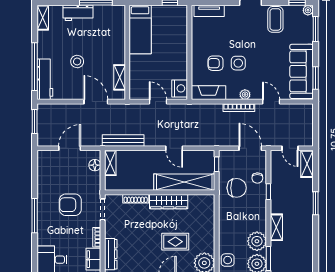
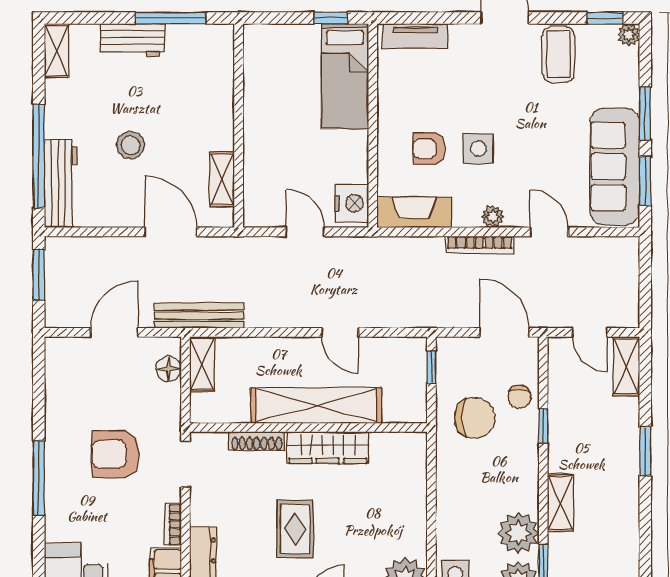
bed: (140, 29) -> (345, 76), moved
window: (316, 29) -> (645, 113), moved
bench: (123, 141) -> (199, 316), moved
shelving: (184, 182) -> (316, 405), moved
rug: (175, 242) -> (295, 529), moved, turned 90

